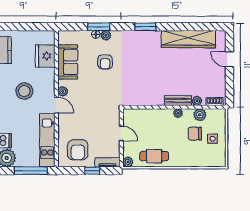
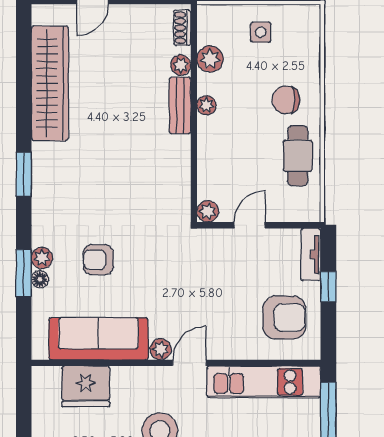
sofa: (68, 62) -> (98, 339), width x1.36
armchair: (105, 62) -> (98, 260), turned 180
chair: (195, 134) -> (286, 100), moved, turned 90
plant: (128, 162) -> (208, 211), moved

